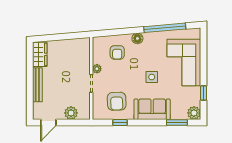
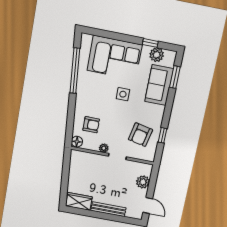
floor lamp: (137, 38) -> (77, 142), moved
armchair: (117, 101) -> (140, 135), turned 104
sofa: (152, 109) -> (159, 85), moved
plant: (194, 113) -> (157, 55), moved

